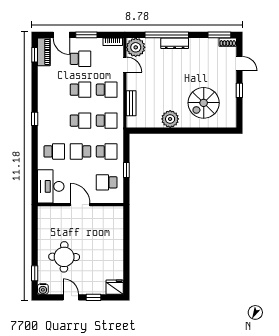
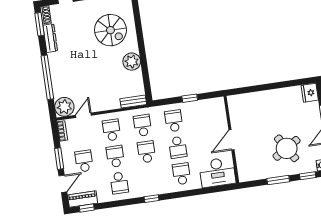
dresser: (175, 43) -> (50, 38), moved
bench: (131, 103) -> (133, 102), moved
school desk: (107, 182) -> (119, 183), moved
window: (35, 244) -> (278, 180), added
round table: (64, 257) -> (287, 148), turned -33

